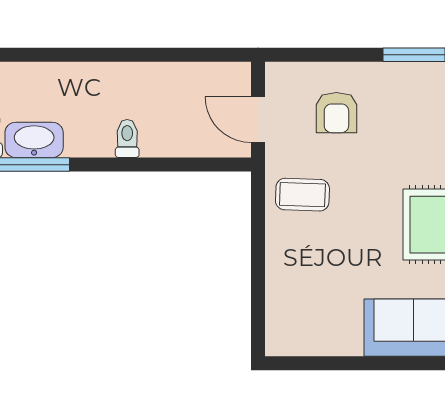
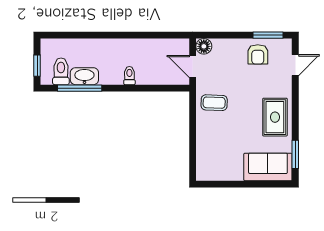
floor lamp: (281, 78) -> (204, 46), added
armchair: (336, 113) -> (258, 54), moved

